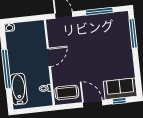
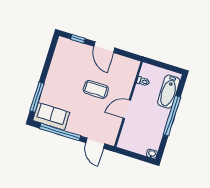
window: (99, 11) -> (60, 132), width x1.46
sofa: (120, 89) -> (51, 116), moved, turned 180
coffee table: (67, 92) -> (96, 89), moved

